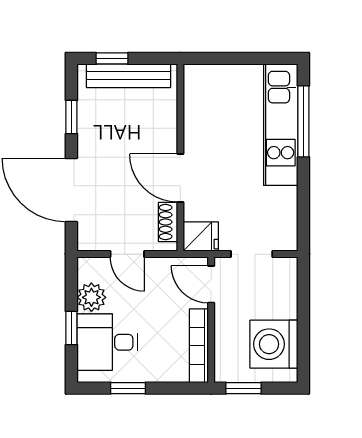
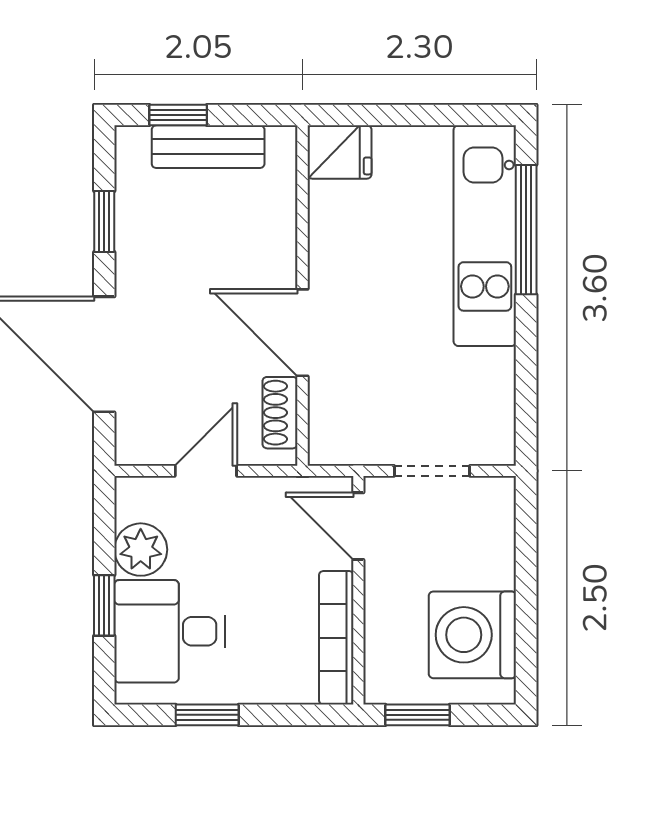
bench: (128, 76) -> (208, 147), width x0.73
fridge: (201, 236) -> (340, 152), moved
door: (127, 254) -> (206, 471), swing flipped

